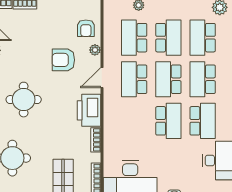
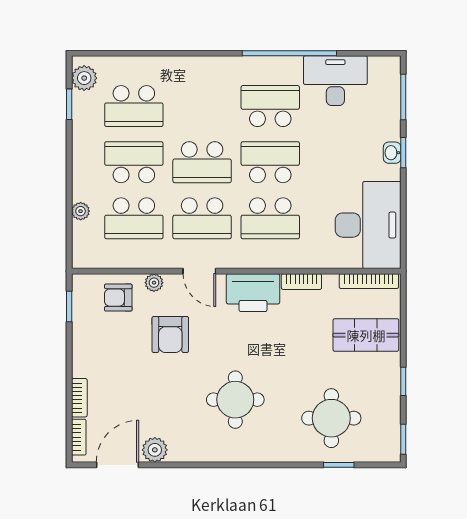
armchair: (86, 28) -> (118, 298), turned 180
school desk: (203, 79) -> (270, 218), moved

